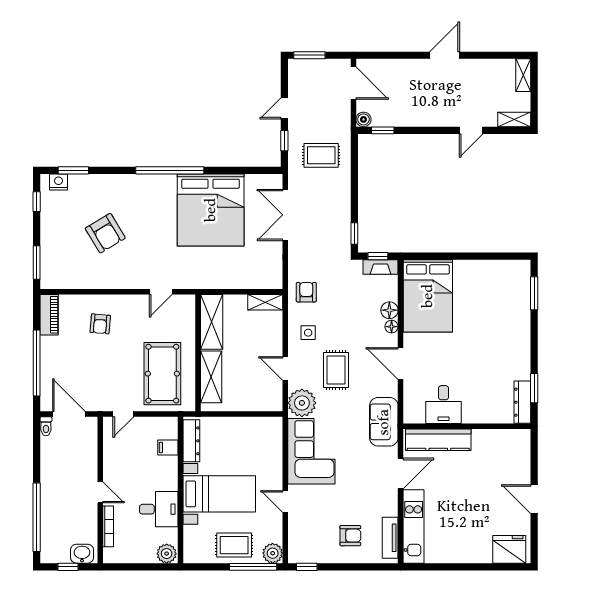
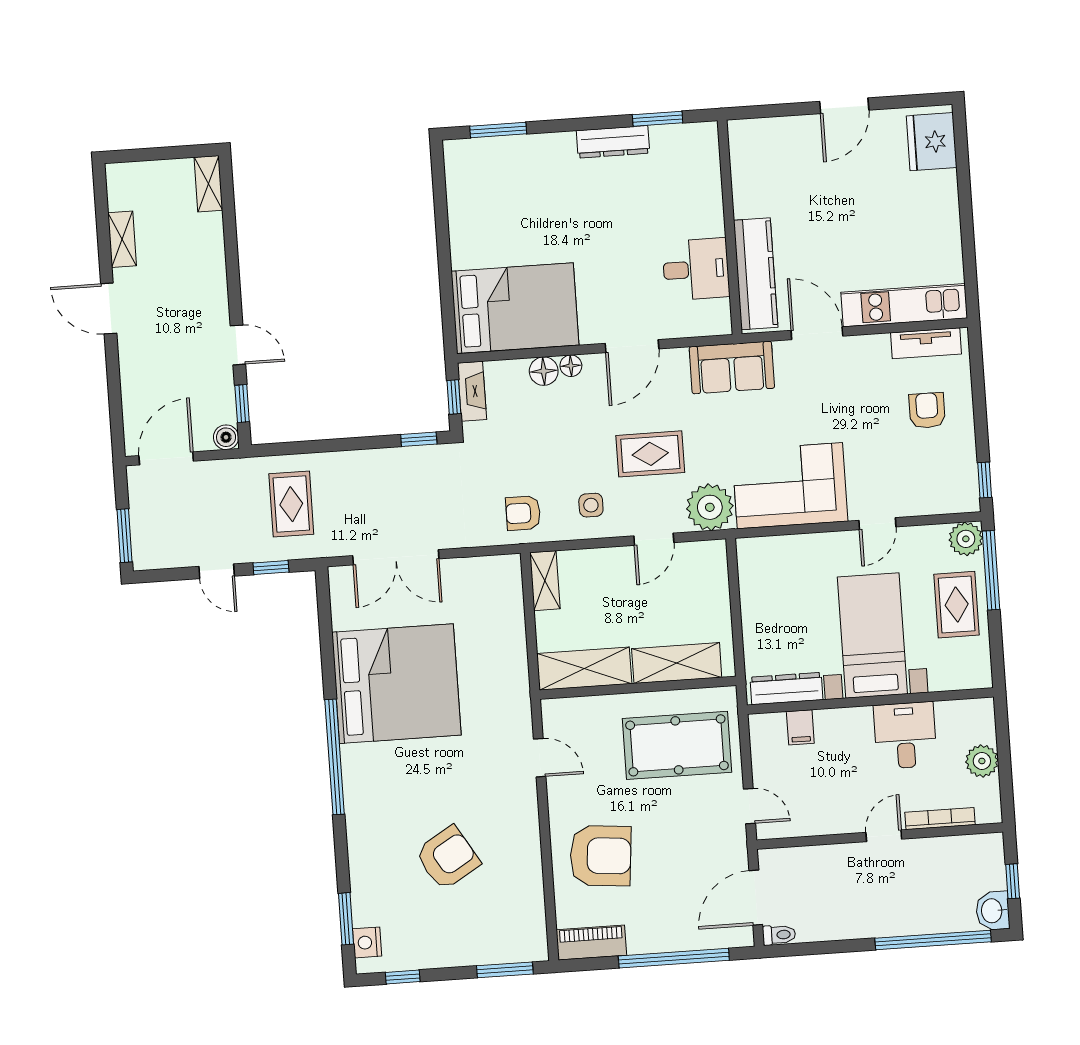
shelving: (523, 75) -> (122, 239), moved, turned 90
door: (471, 130) -> (238, 345), moved
armchair: (100, 324) -> (601, 856), width x1.88, depth x1.88
dresser: (522, 402) -> (613, 142), moved
washbasin: (82, 554) -> (993, 911), moved
plant: (167, 554) -> (982, 761), moved

